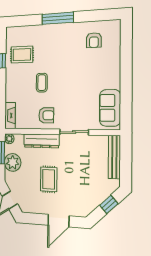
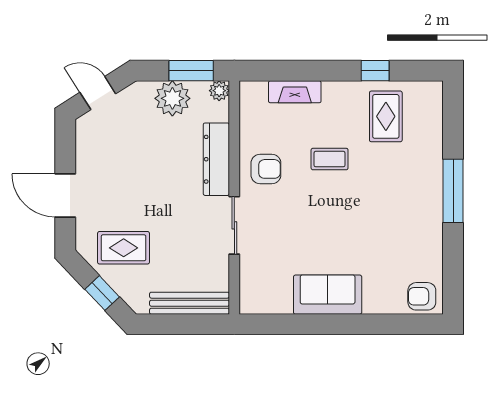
armchair: (94, 40) -> (422, 296), moved
sofa: (110, 108) -> (328, 295), moved
armchair: (46, 115) -> (266, 169), turned -90
fireplace: (10, 116) -> (295, 92), moved
rug: (49, 179) -> (124, 248), moved

